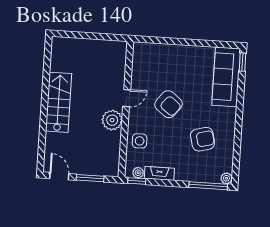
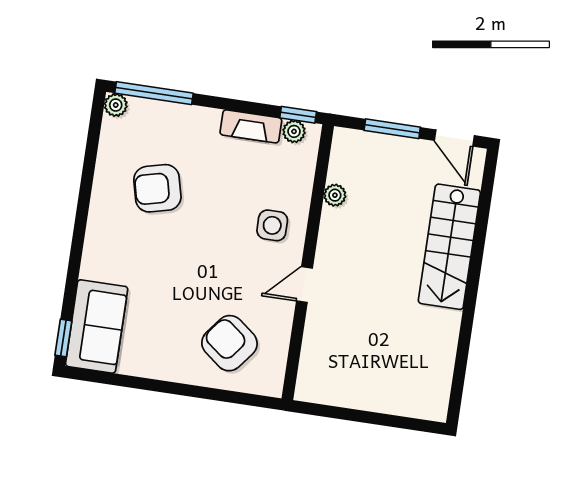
sofa: (226, 77) -> (97, 326), width x0.73
stairs: (59, 102) -> (449, 247), moved
armchair: (168, 104) -> (229, 343), moved
plant: (112, 120) -> (335, 195), moved, width x0.53, depth x0.53
side table: (140, 141) -> (272, 225), moved

